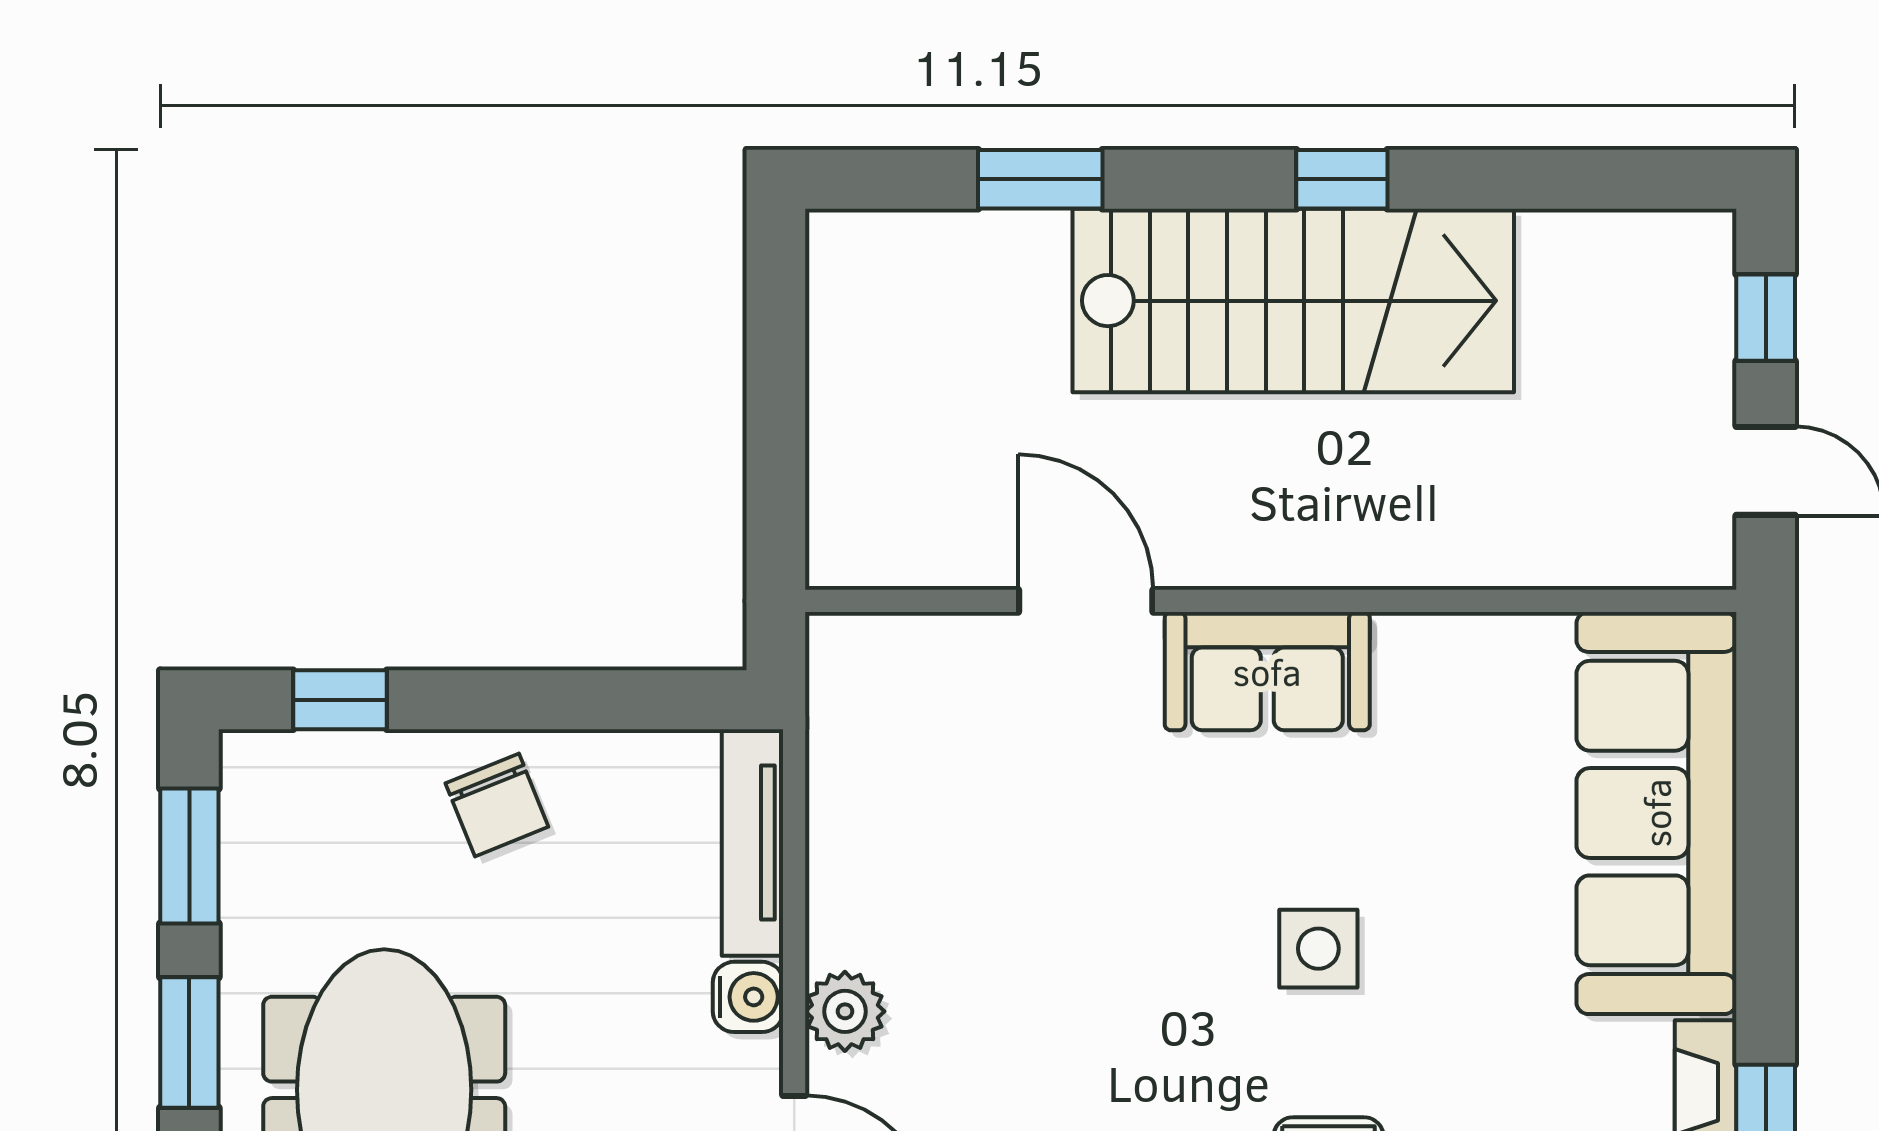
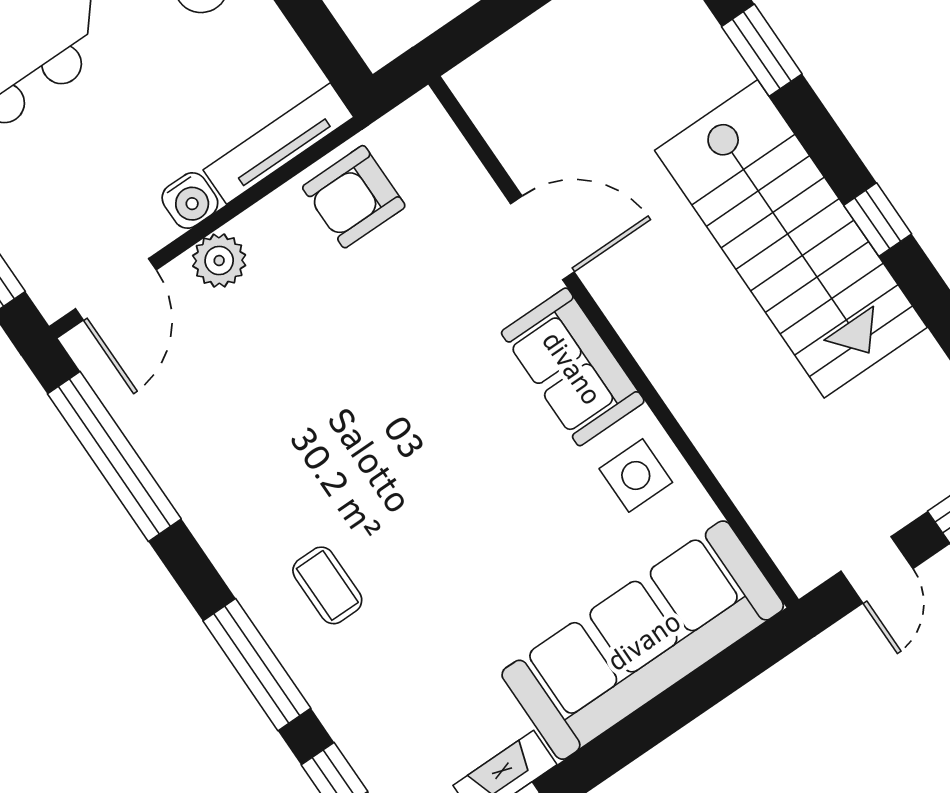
door: (1086, 601) -> (542, 238), hinge flipped
armchair: (879, 795) -> (354, 197), added
side table: (1318, 949) -> (636, 475), moved

